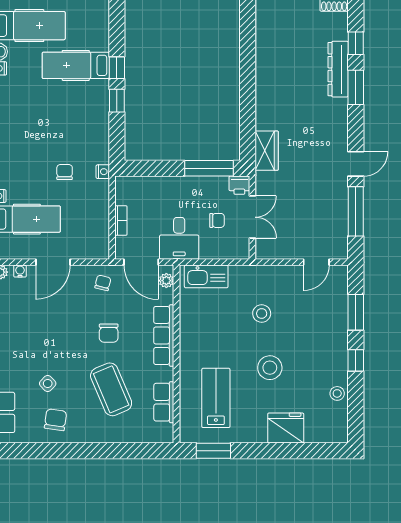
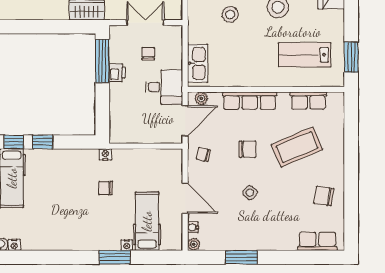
printer: (239, 185) -> (117, 73), moved
bookcase: (121, 220) -> (148, 138), removed
side table: (48, 383) -> (250, 193), moved

